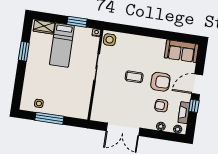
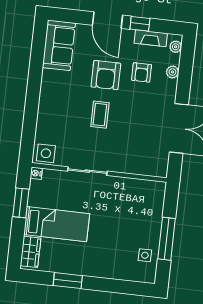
armchair: (160, 82) -> (106, 75), turned 180

